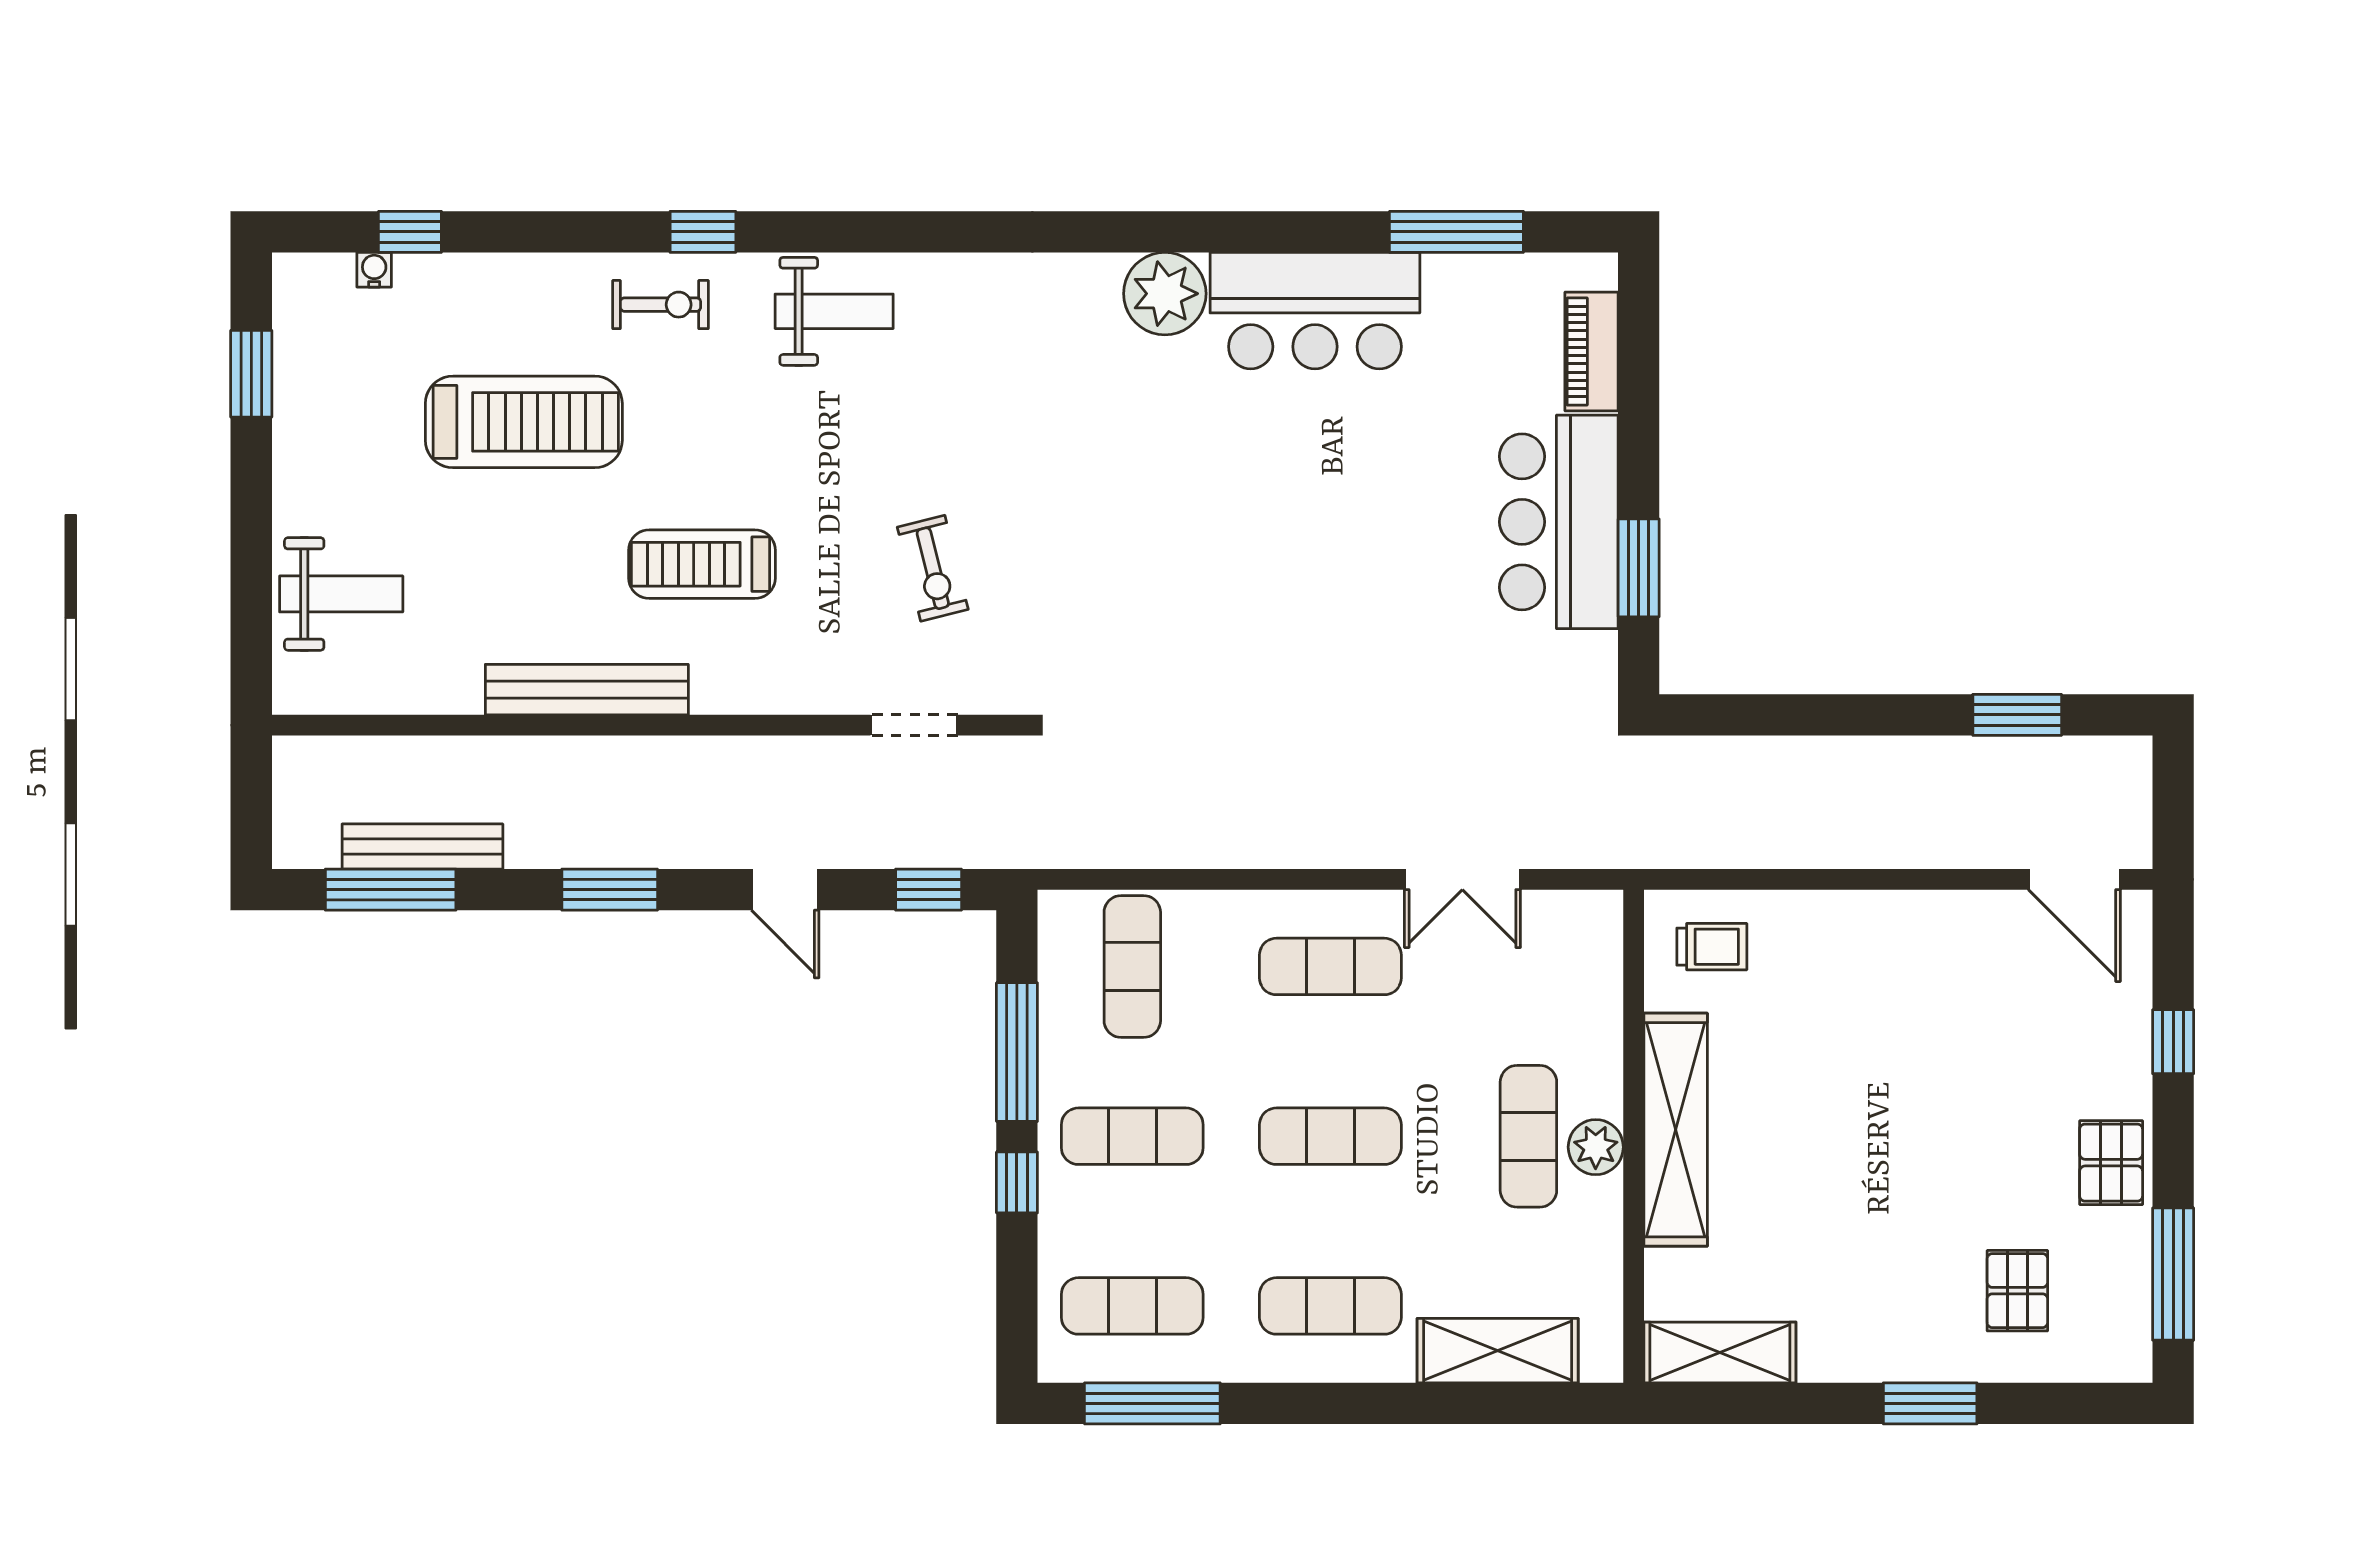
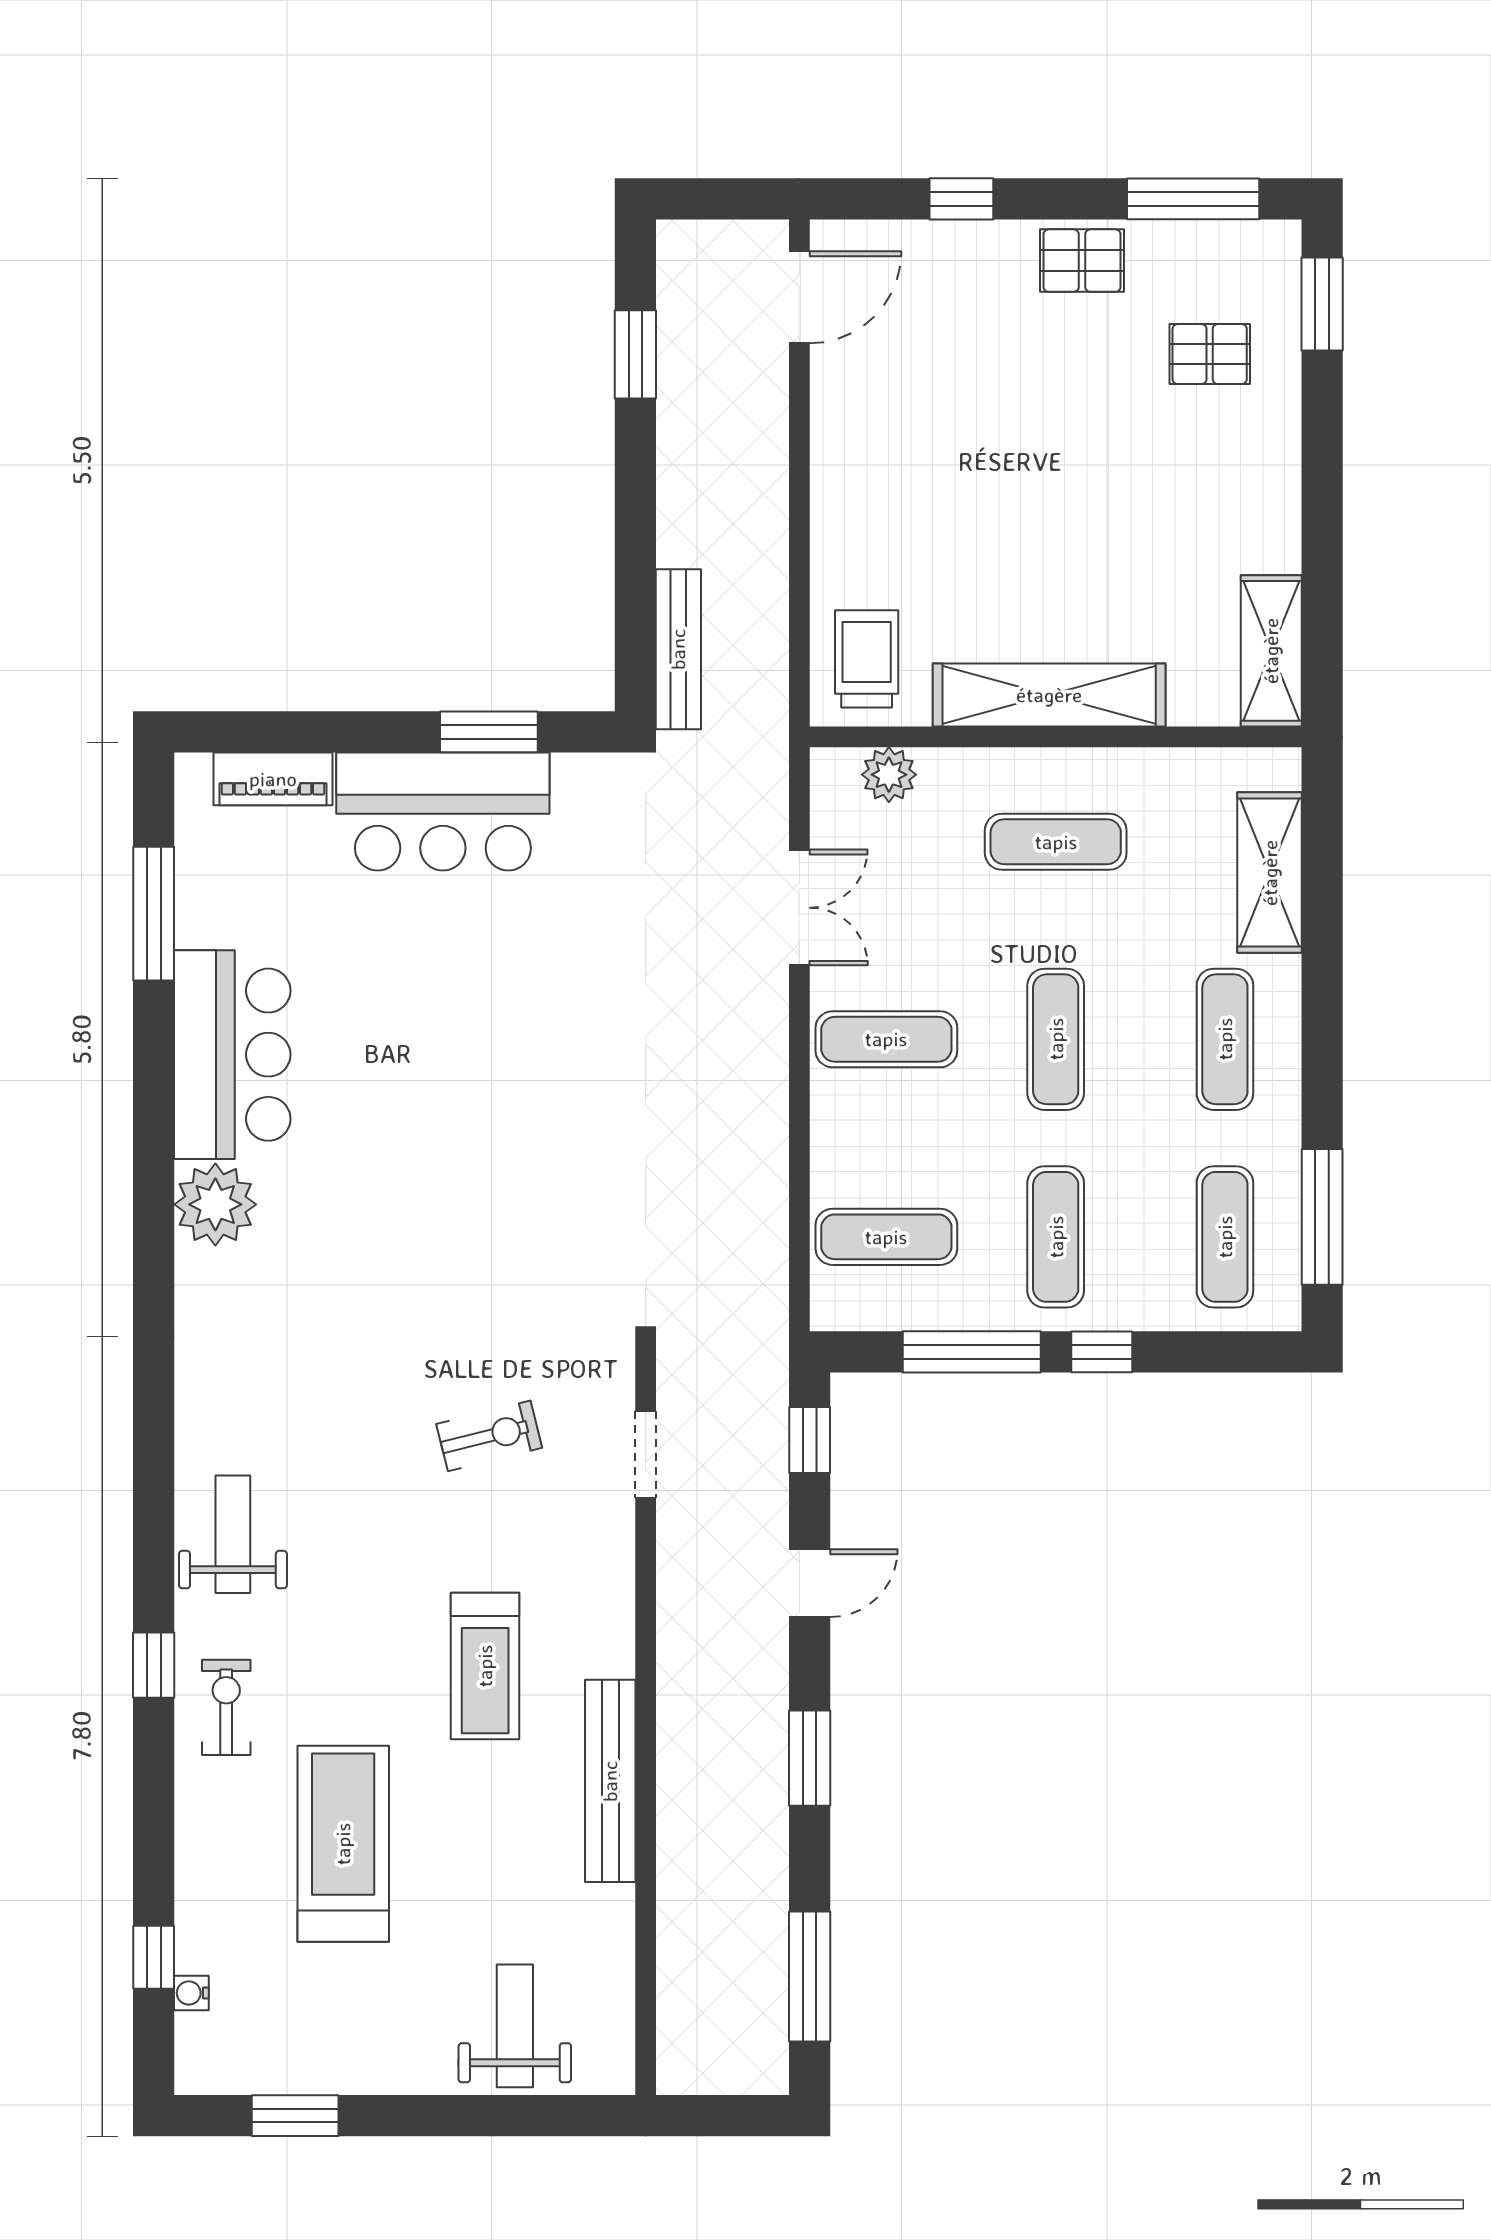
bench: (422, 847) -> (678, 649), moved
trolley: (1712, 947) -> (867, 659), width x1.36, depth x1.39
exercise mat: (1330, 966) -> (886, 1039), turned 90
plant: (1596, 1147) -> (889, 775), moved
window: (1930, 1403) -> (1322, 304), moved

